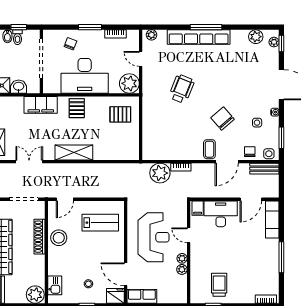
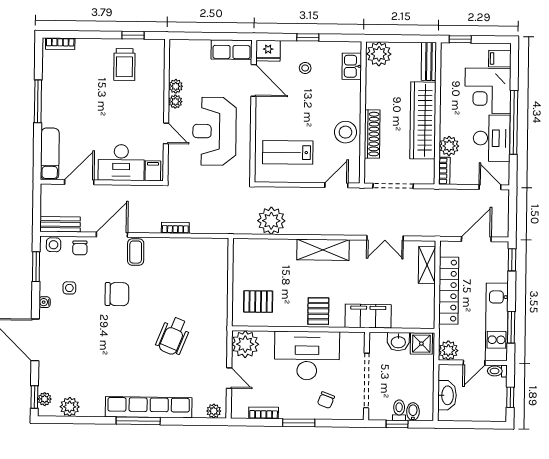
chair: (223, 119) -> (117, 294), turned -49
plant: (160, 173) -> (271, 221), moved

